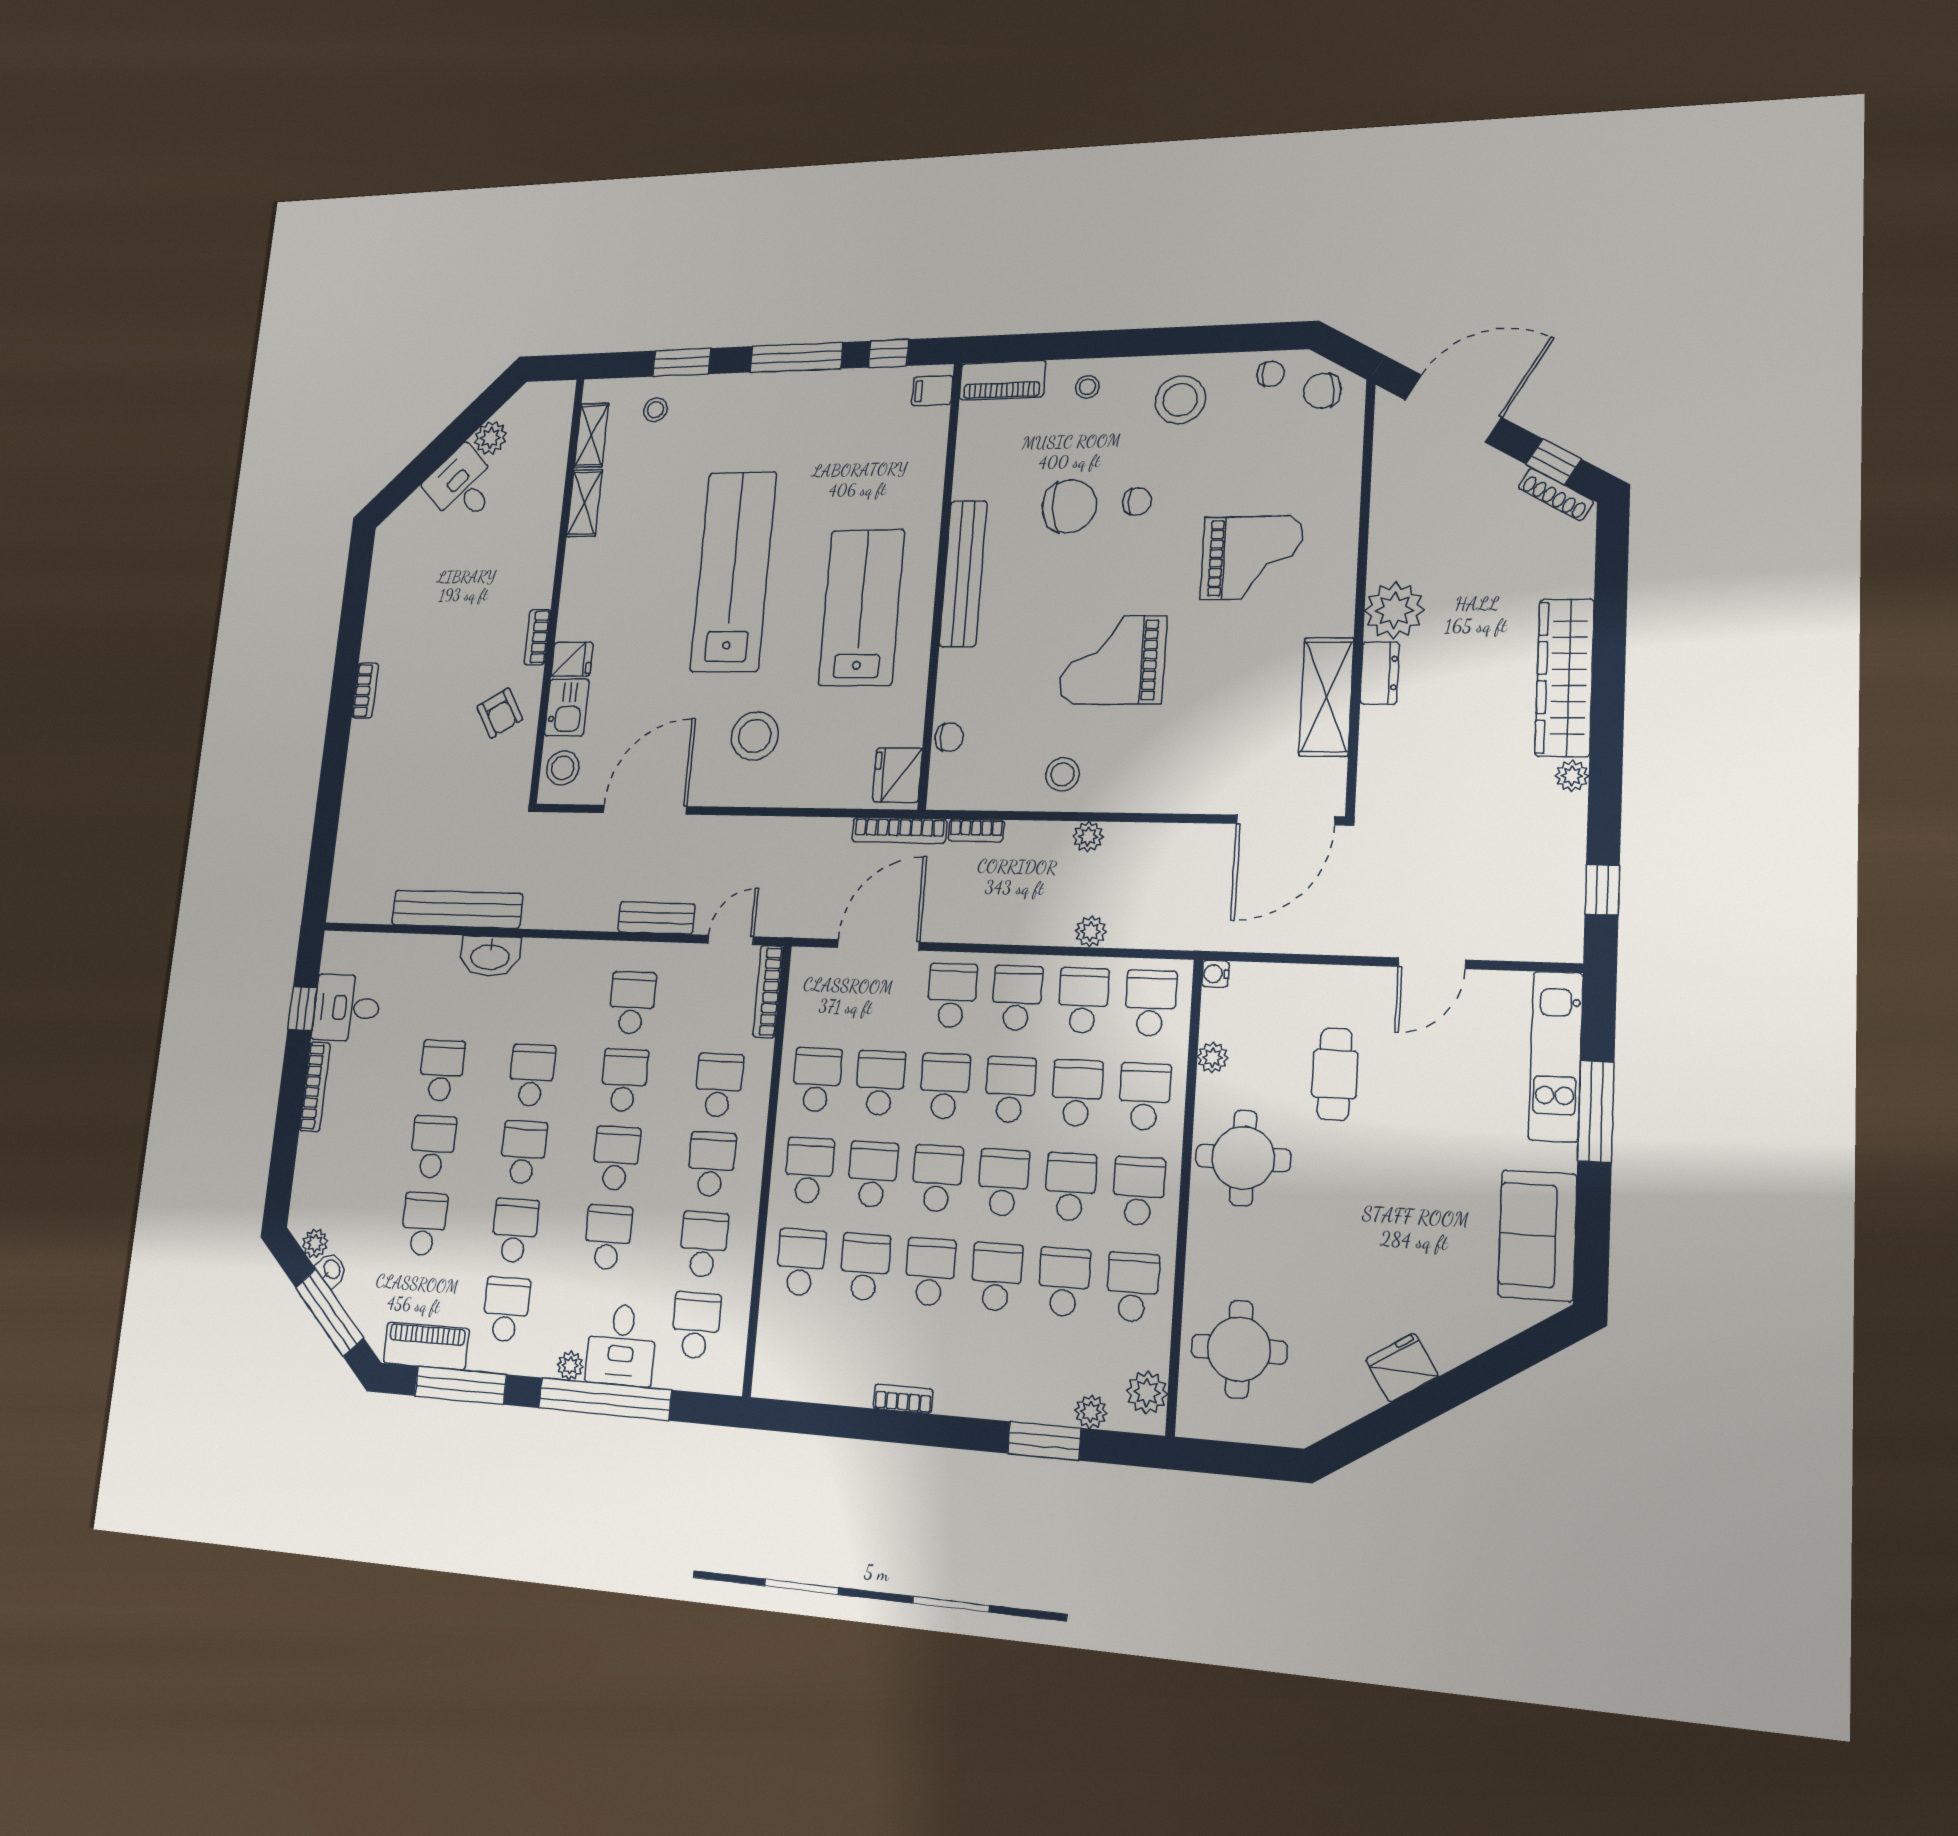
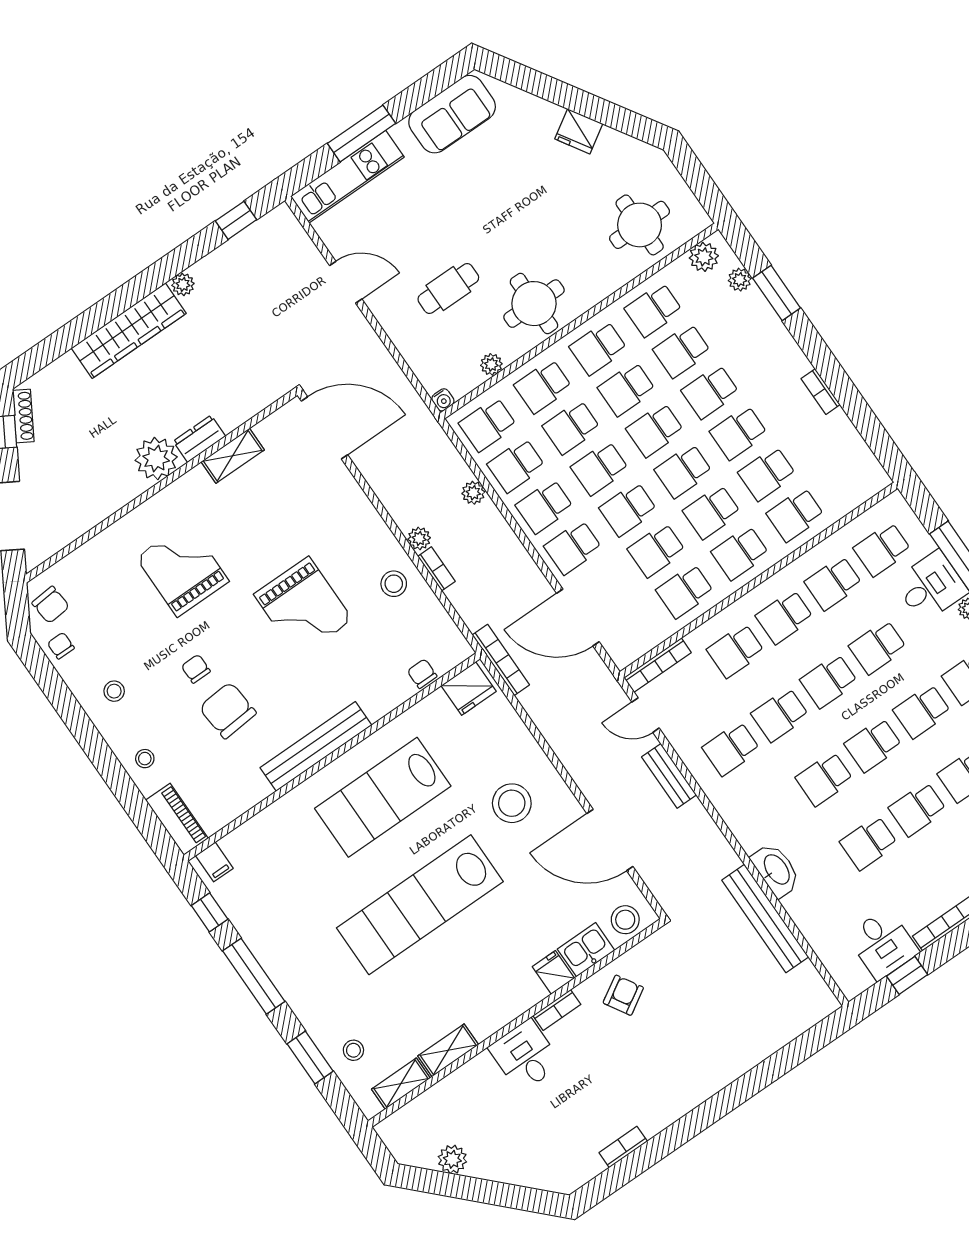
stool: (1180, 400) -> (114, 691), width x0.53, depth x0.53
desk: (462, 486) -> (525, 1056), moved, turned 135
bookcase: (365, 690) -> (623, 1147), moved
shelving: (1326, 697) -> (233, 456), width x0.67, depth x0.75
bookcase: (976, 830) -> (436, 569), moved

